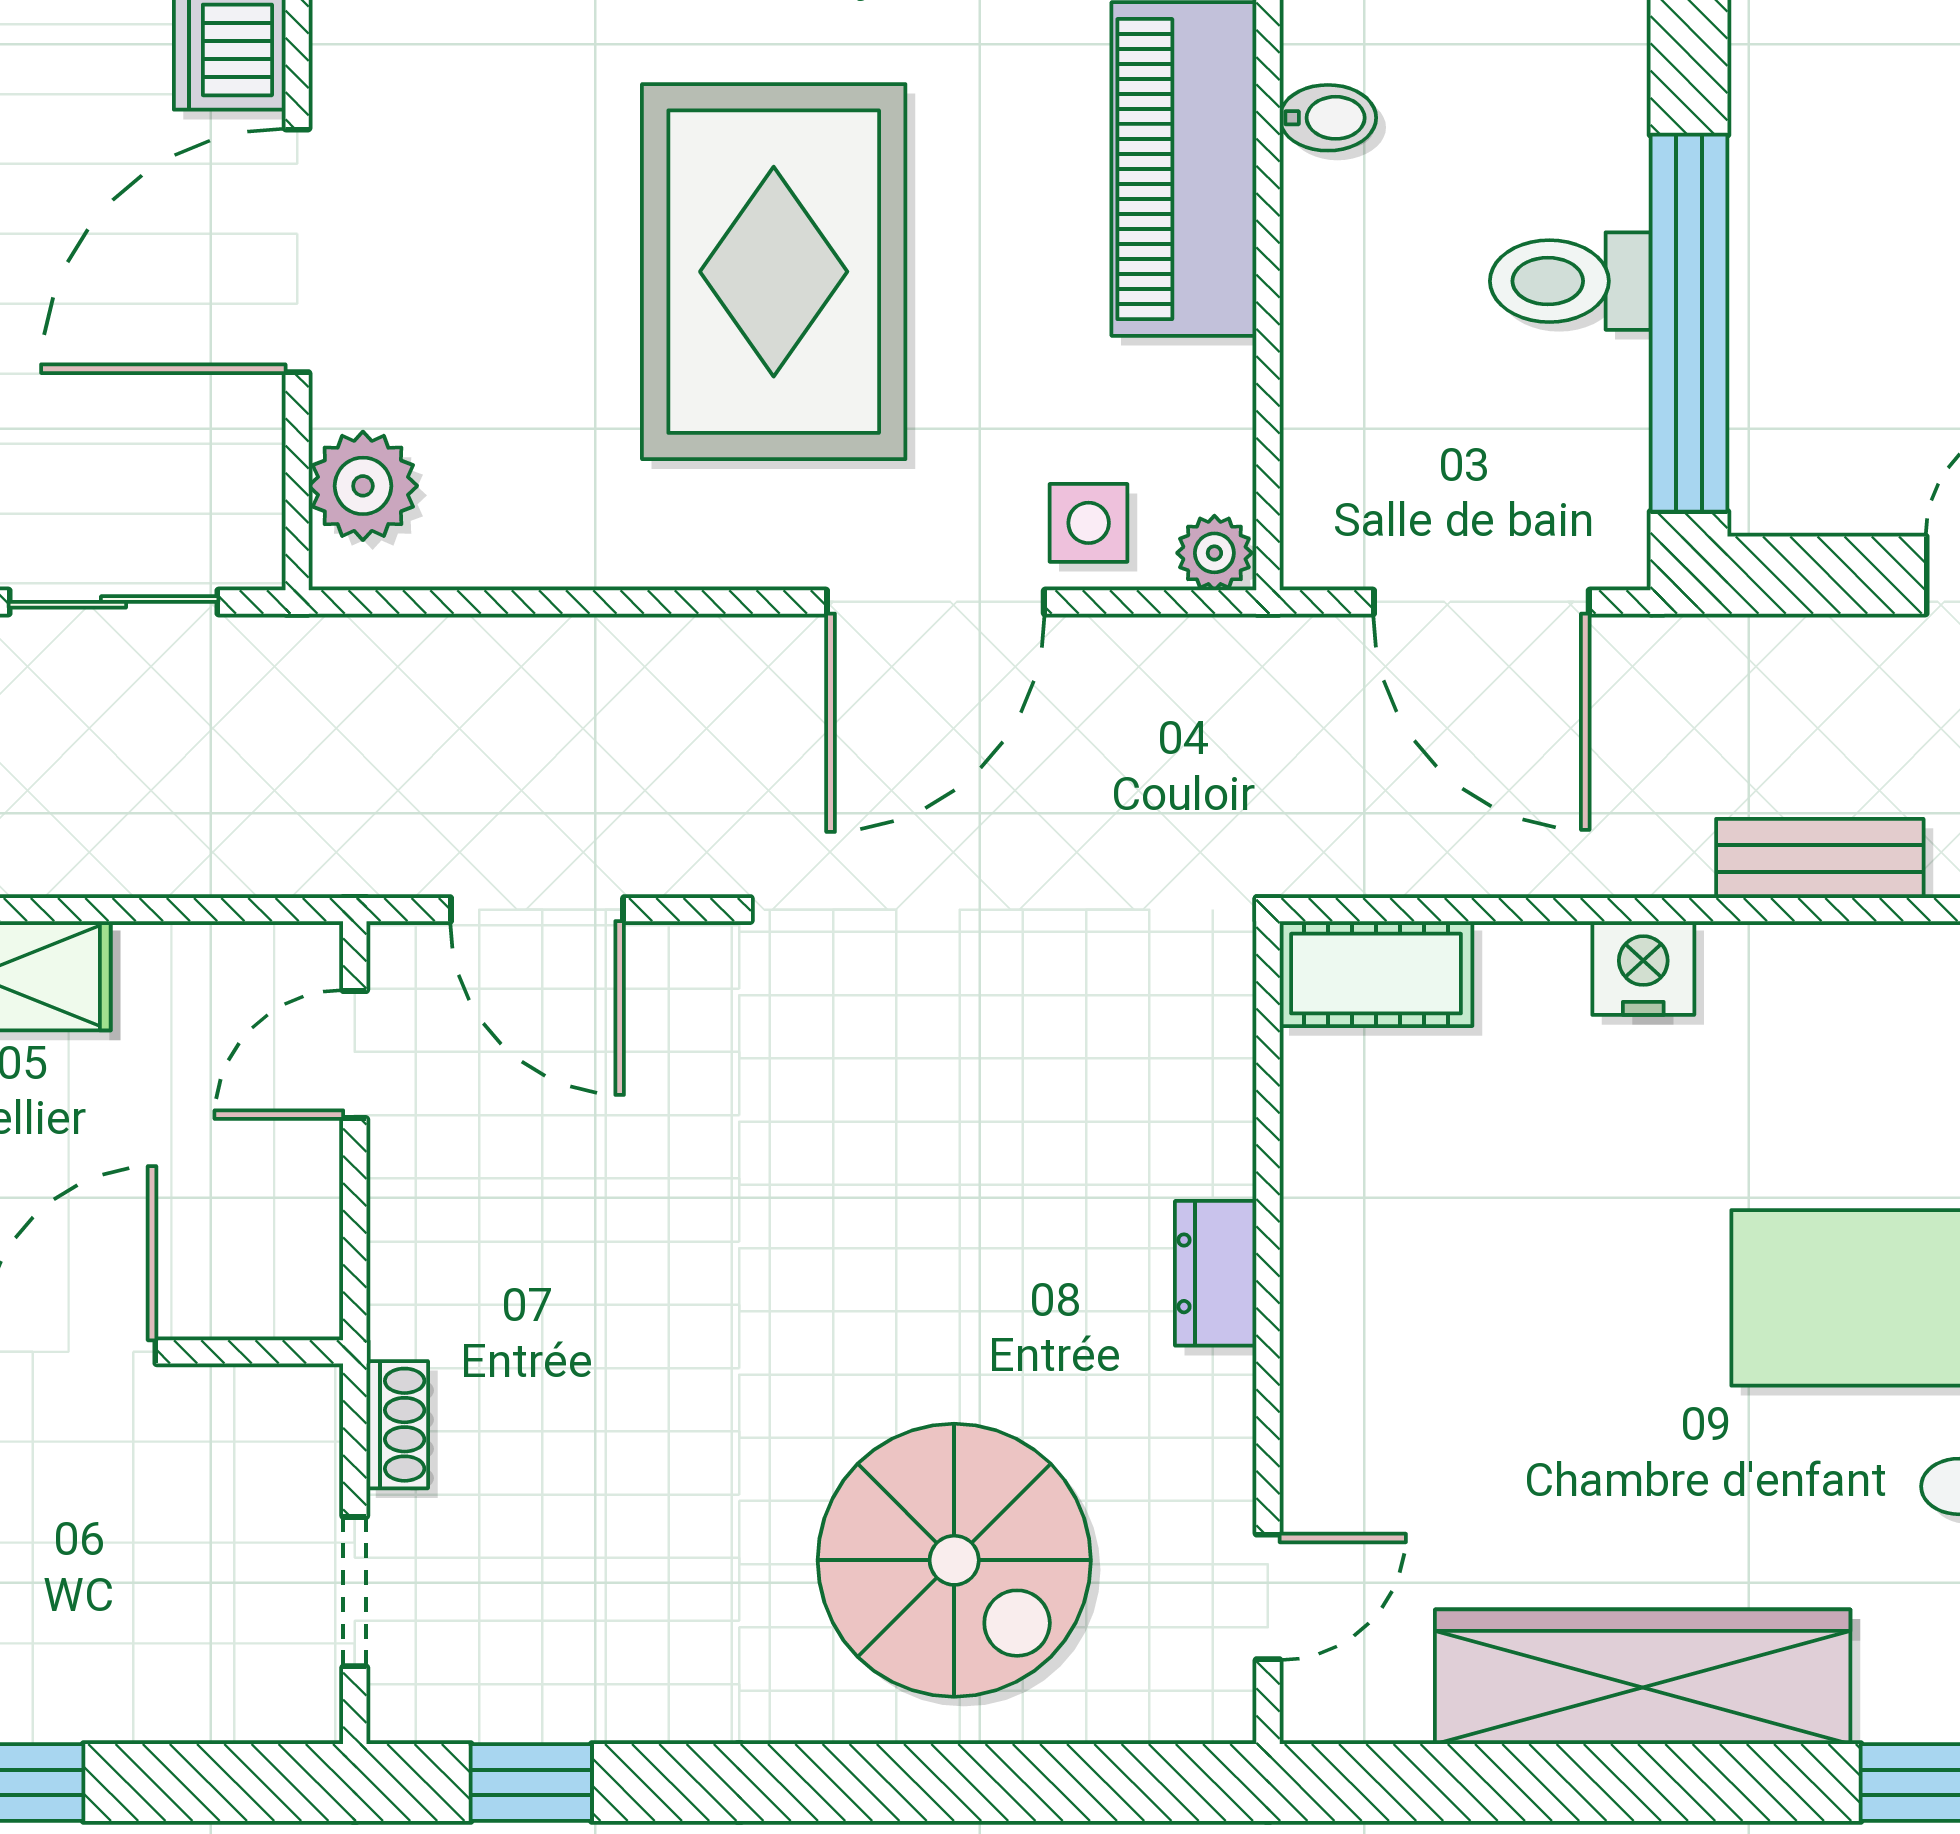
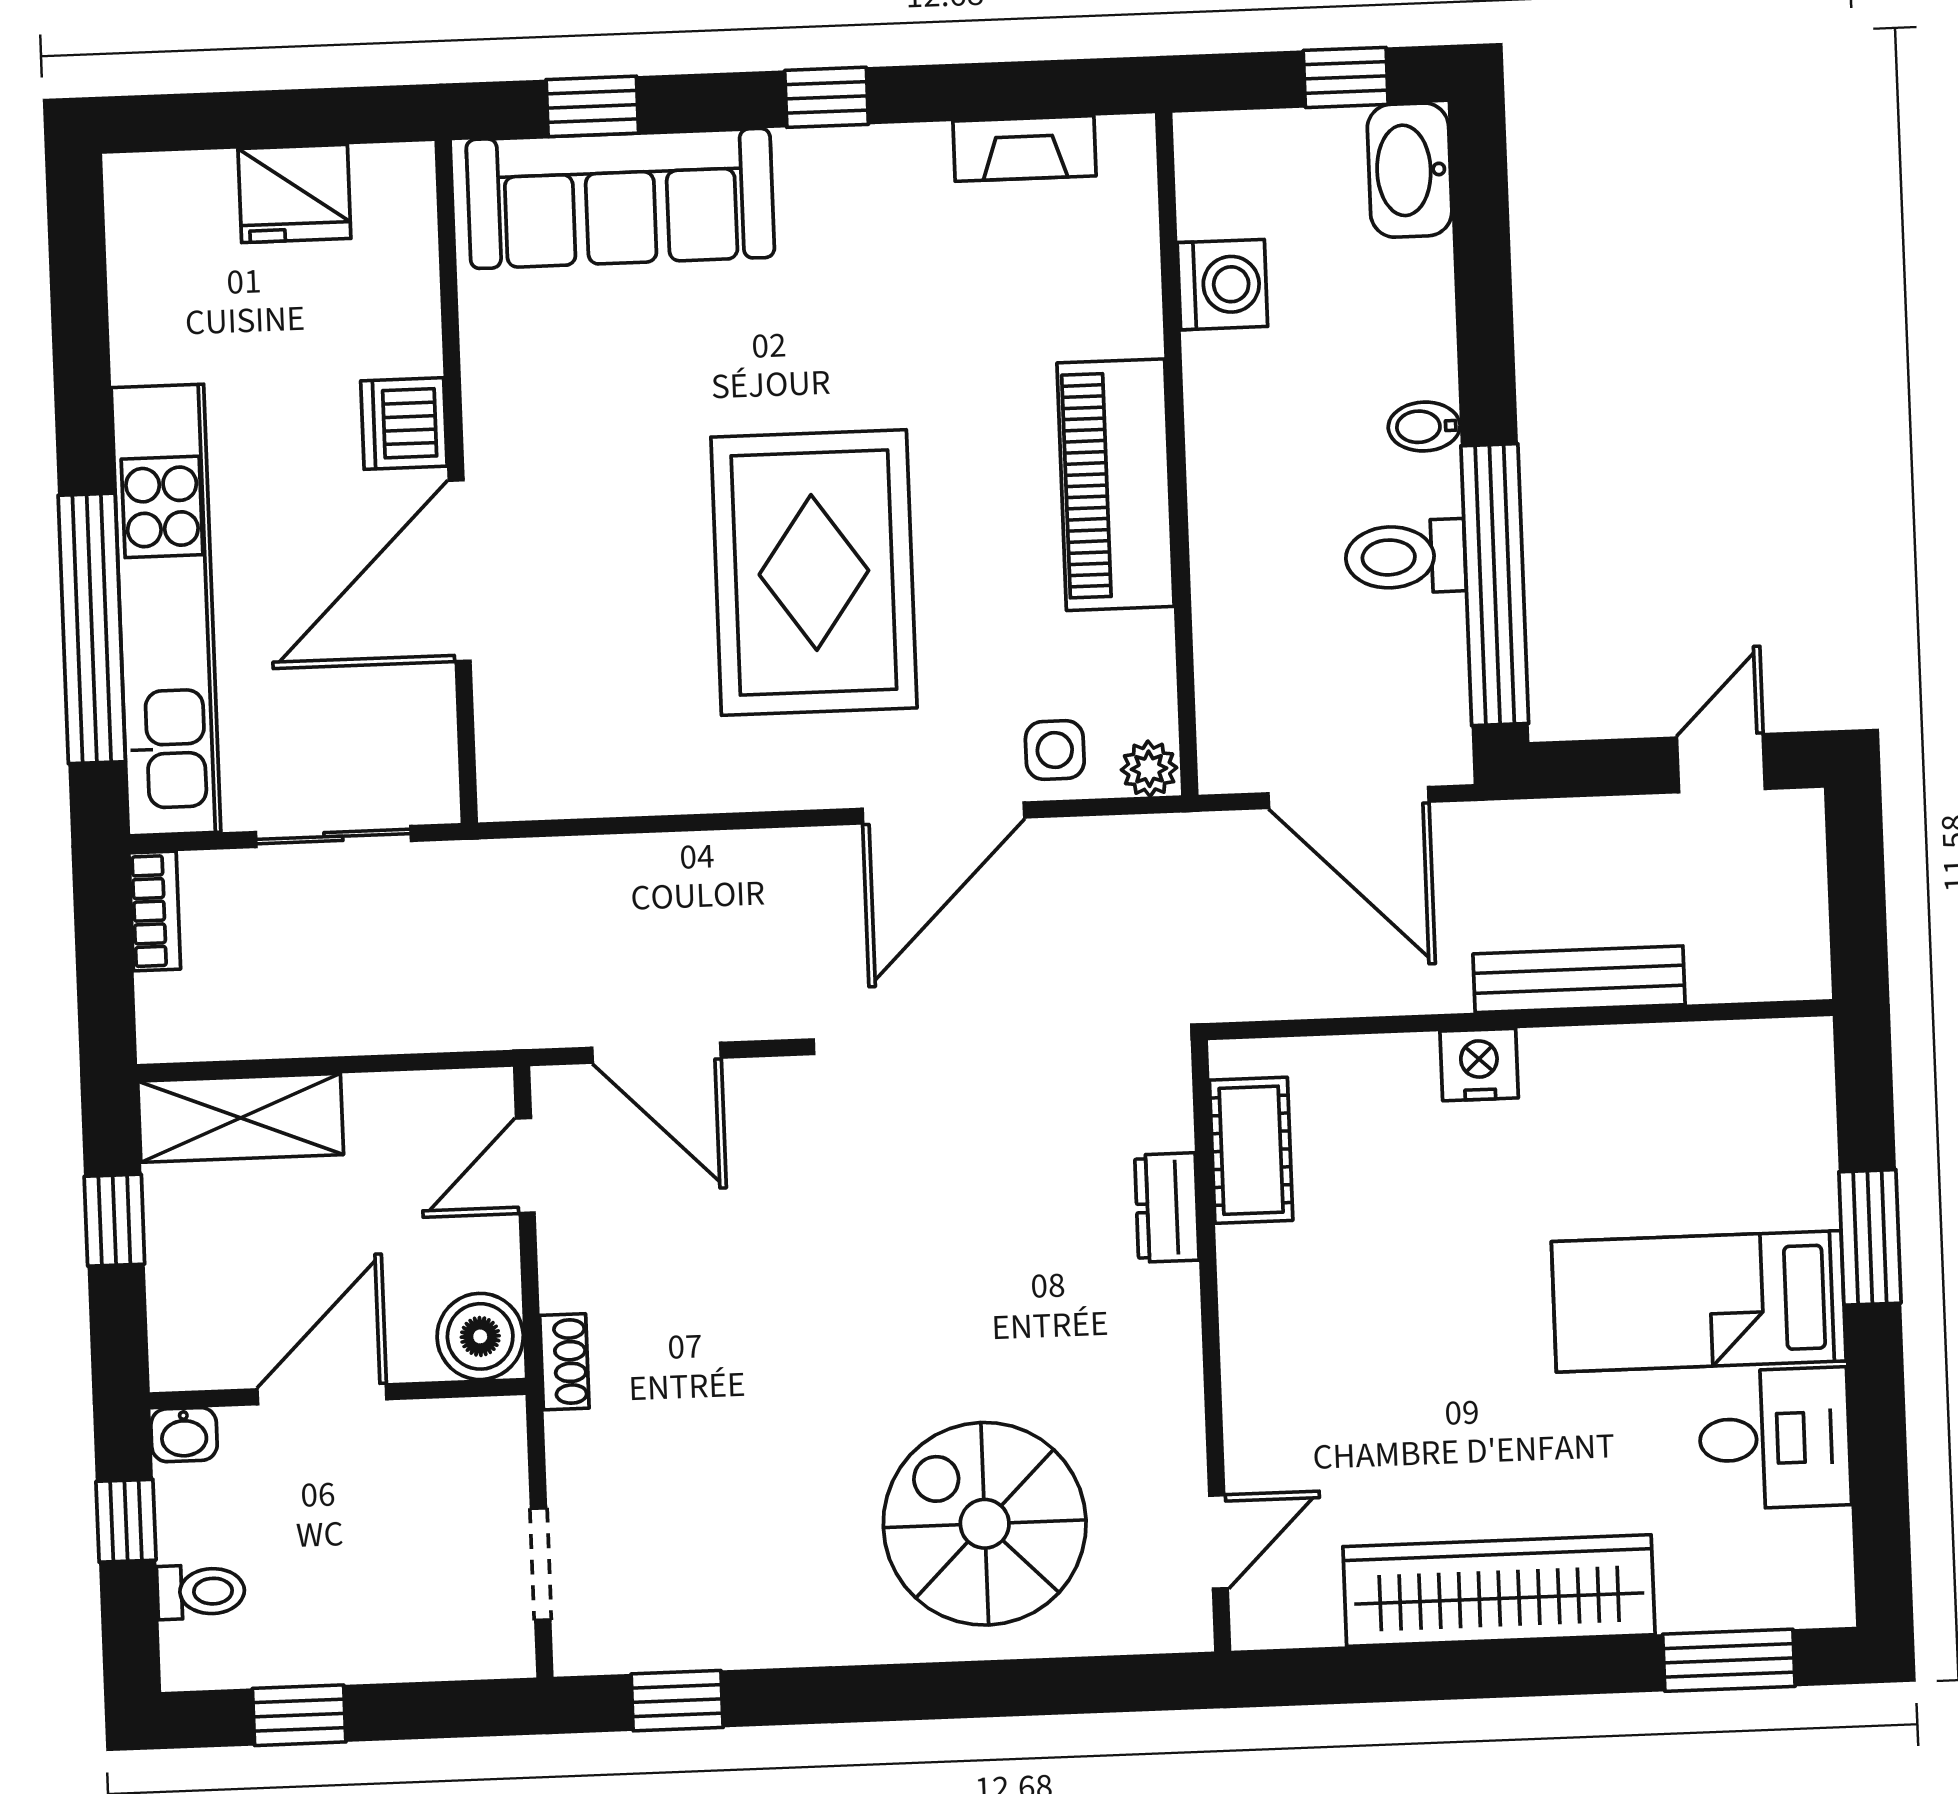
bidet: (1328, 118) -> (1424, 427), moved, turned 180
plant: (363, 486) -> (515, 743), removed
bench: (1820, 858) -> (1579, 979), width x1.36
cot: (1376, 974) -> (1251, 1150), moved, turned 90
dresser: (1216, 1273) -> (1167, 1207), moved
boiler: (285, 1282) -> (480, 1336), added
shoe rack: (397, 1425) -> (564, 1362), moved
spiral stairs: (954, 1560) -> (985, 1524), turned 180

